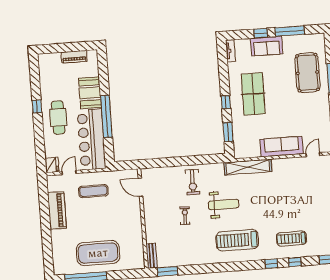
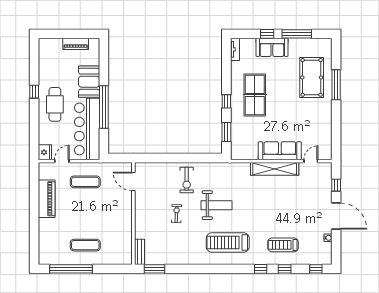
shelving: (248, 167) -> (275, 169), moved
exercise mat: (98, 253) -> (85, 245), width x0.50, depth x0.69

